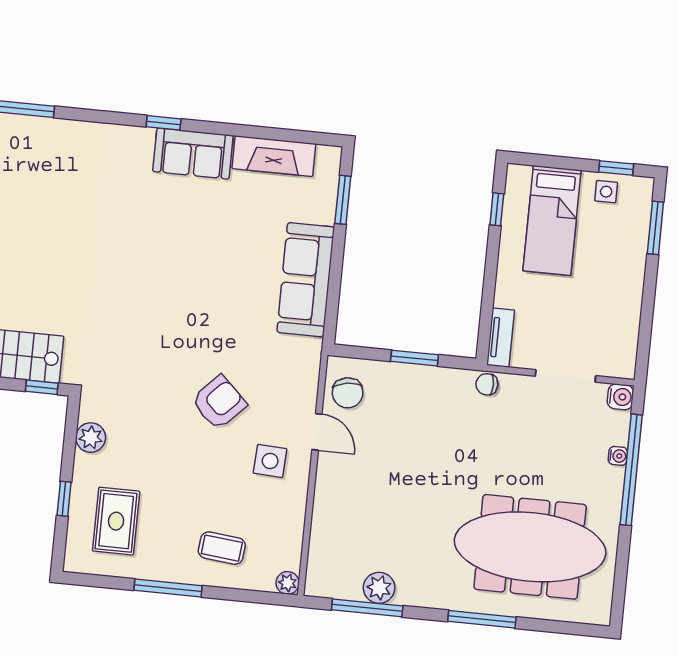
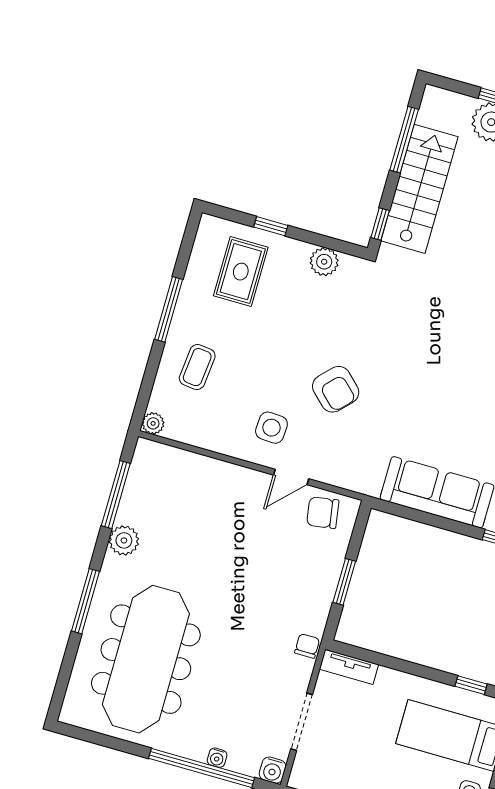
rug: (116, 521) -> (241, 272), turned 90
plant: (379, 588) -> (124, 540), moved

